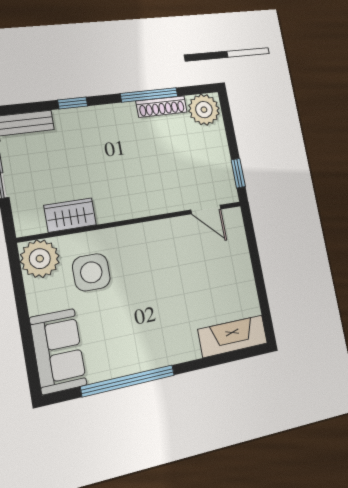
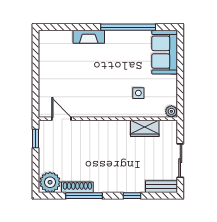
plant: (40, 259) -> (171, 111), width x0.53, depth x0.53
side table: (91, 272) -> (138, 93), width x0.54, depth x0.54
fireplace: (233, 336) -> (89, 37), moved, width x0.73, depth x0.76

